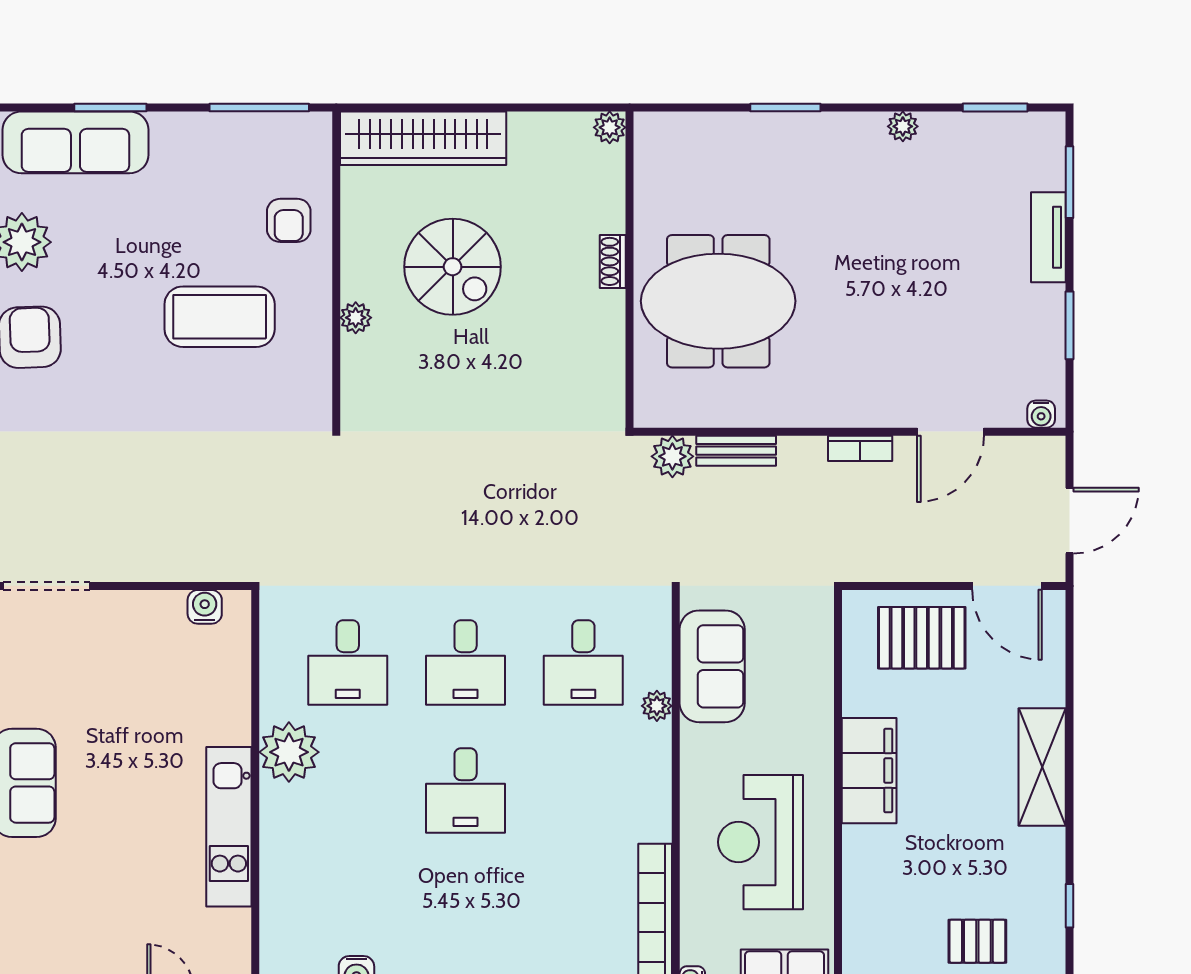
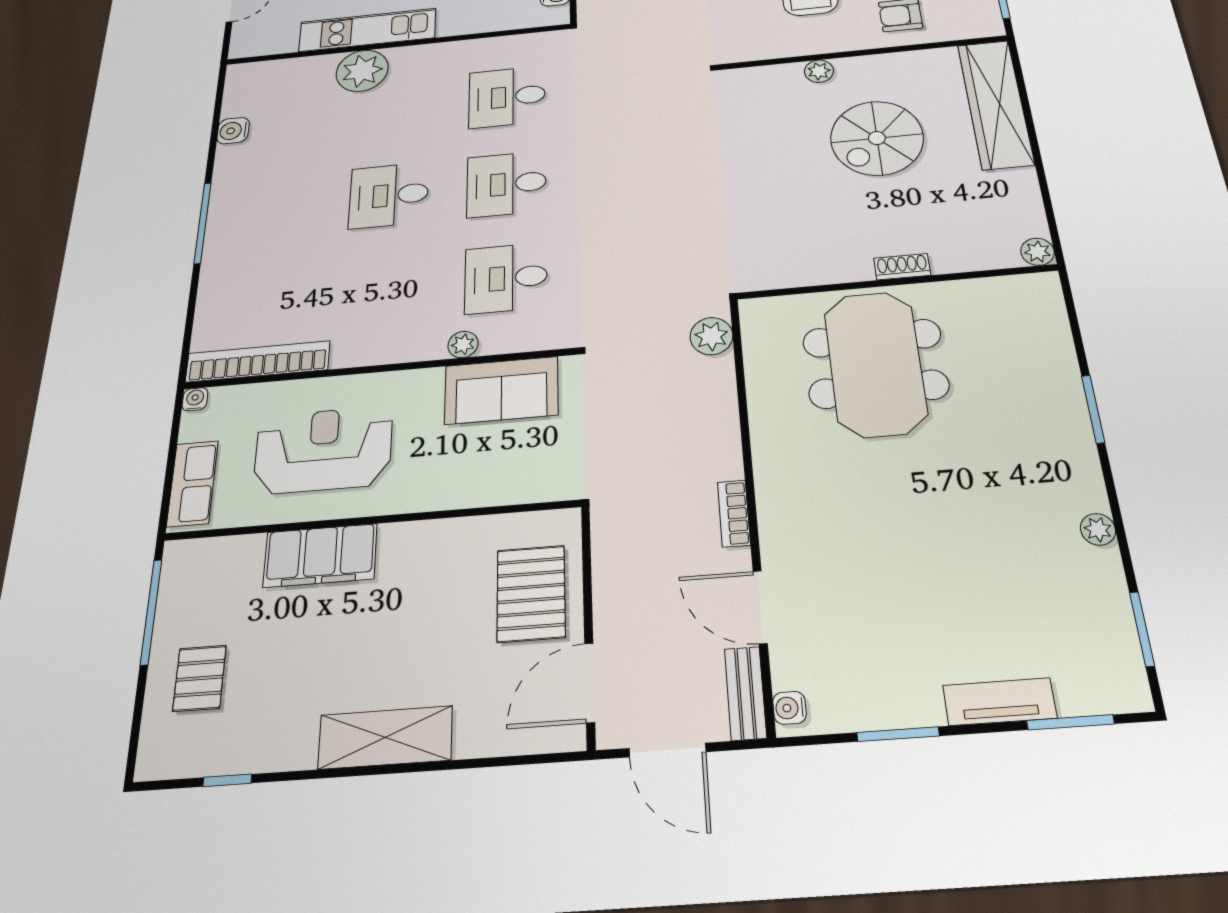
bench: (736, 451) -> (745, 693), moved
plant: (289, 752) -> (362, 71), moved
filing cabinet: (869, 771) -> (320, 556), moved

